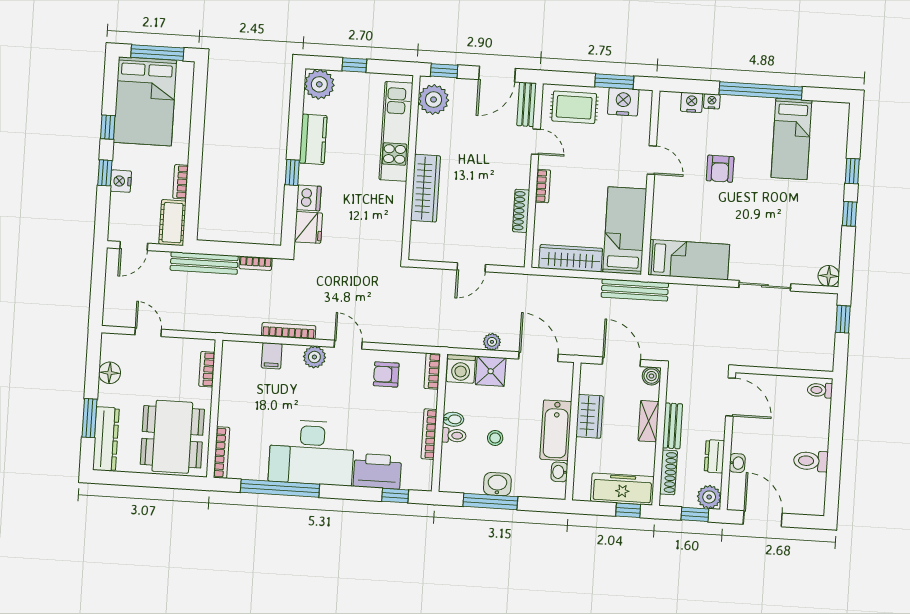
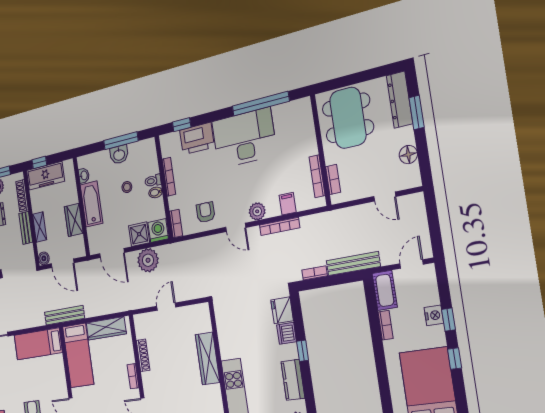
plant: (492, 342) -> (148, 260), width x1.88, depth x1.88
armchair: (386, 374) -> (206, 212), turned -90
bookcase: (222, 453) -> (317, 176), moved

